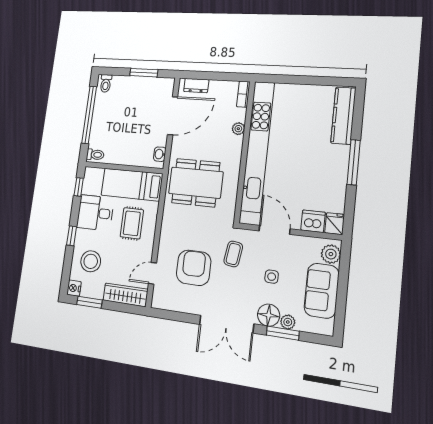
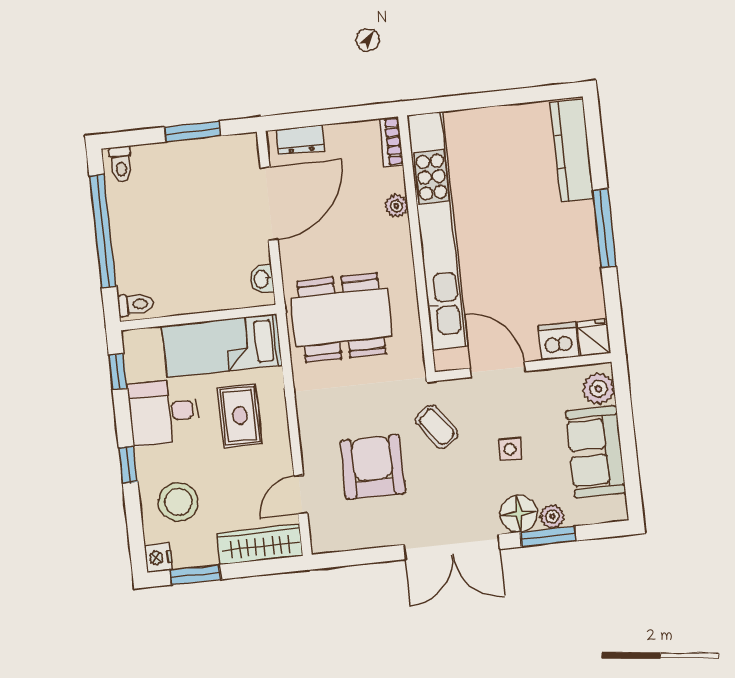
coffee table: (233, 254) -> (437, 427), turned -44

